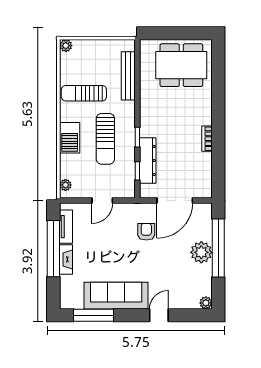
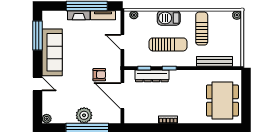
sun lounger: (105, 139) -> (168, 44), turned 180

